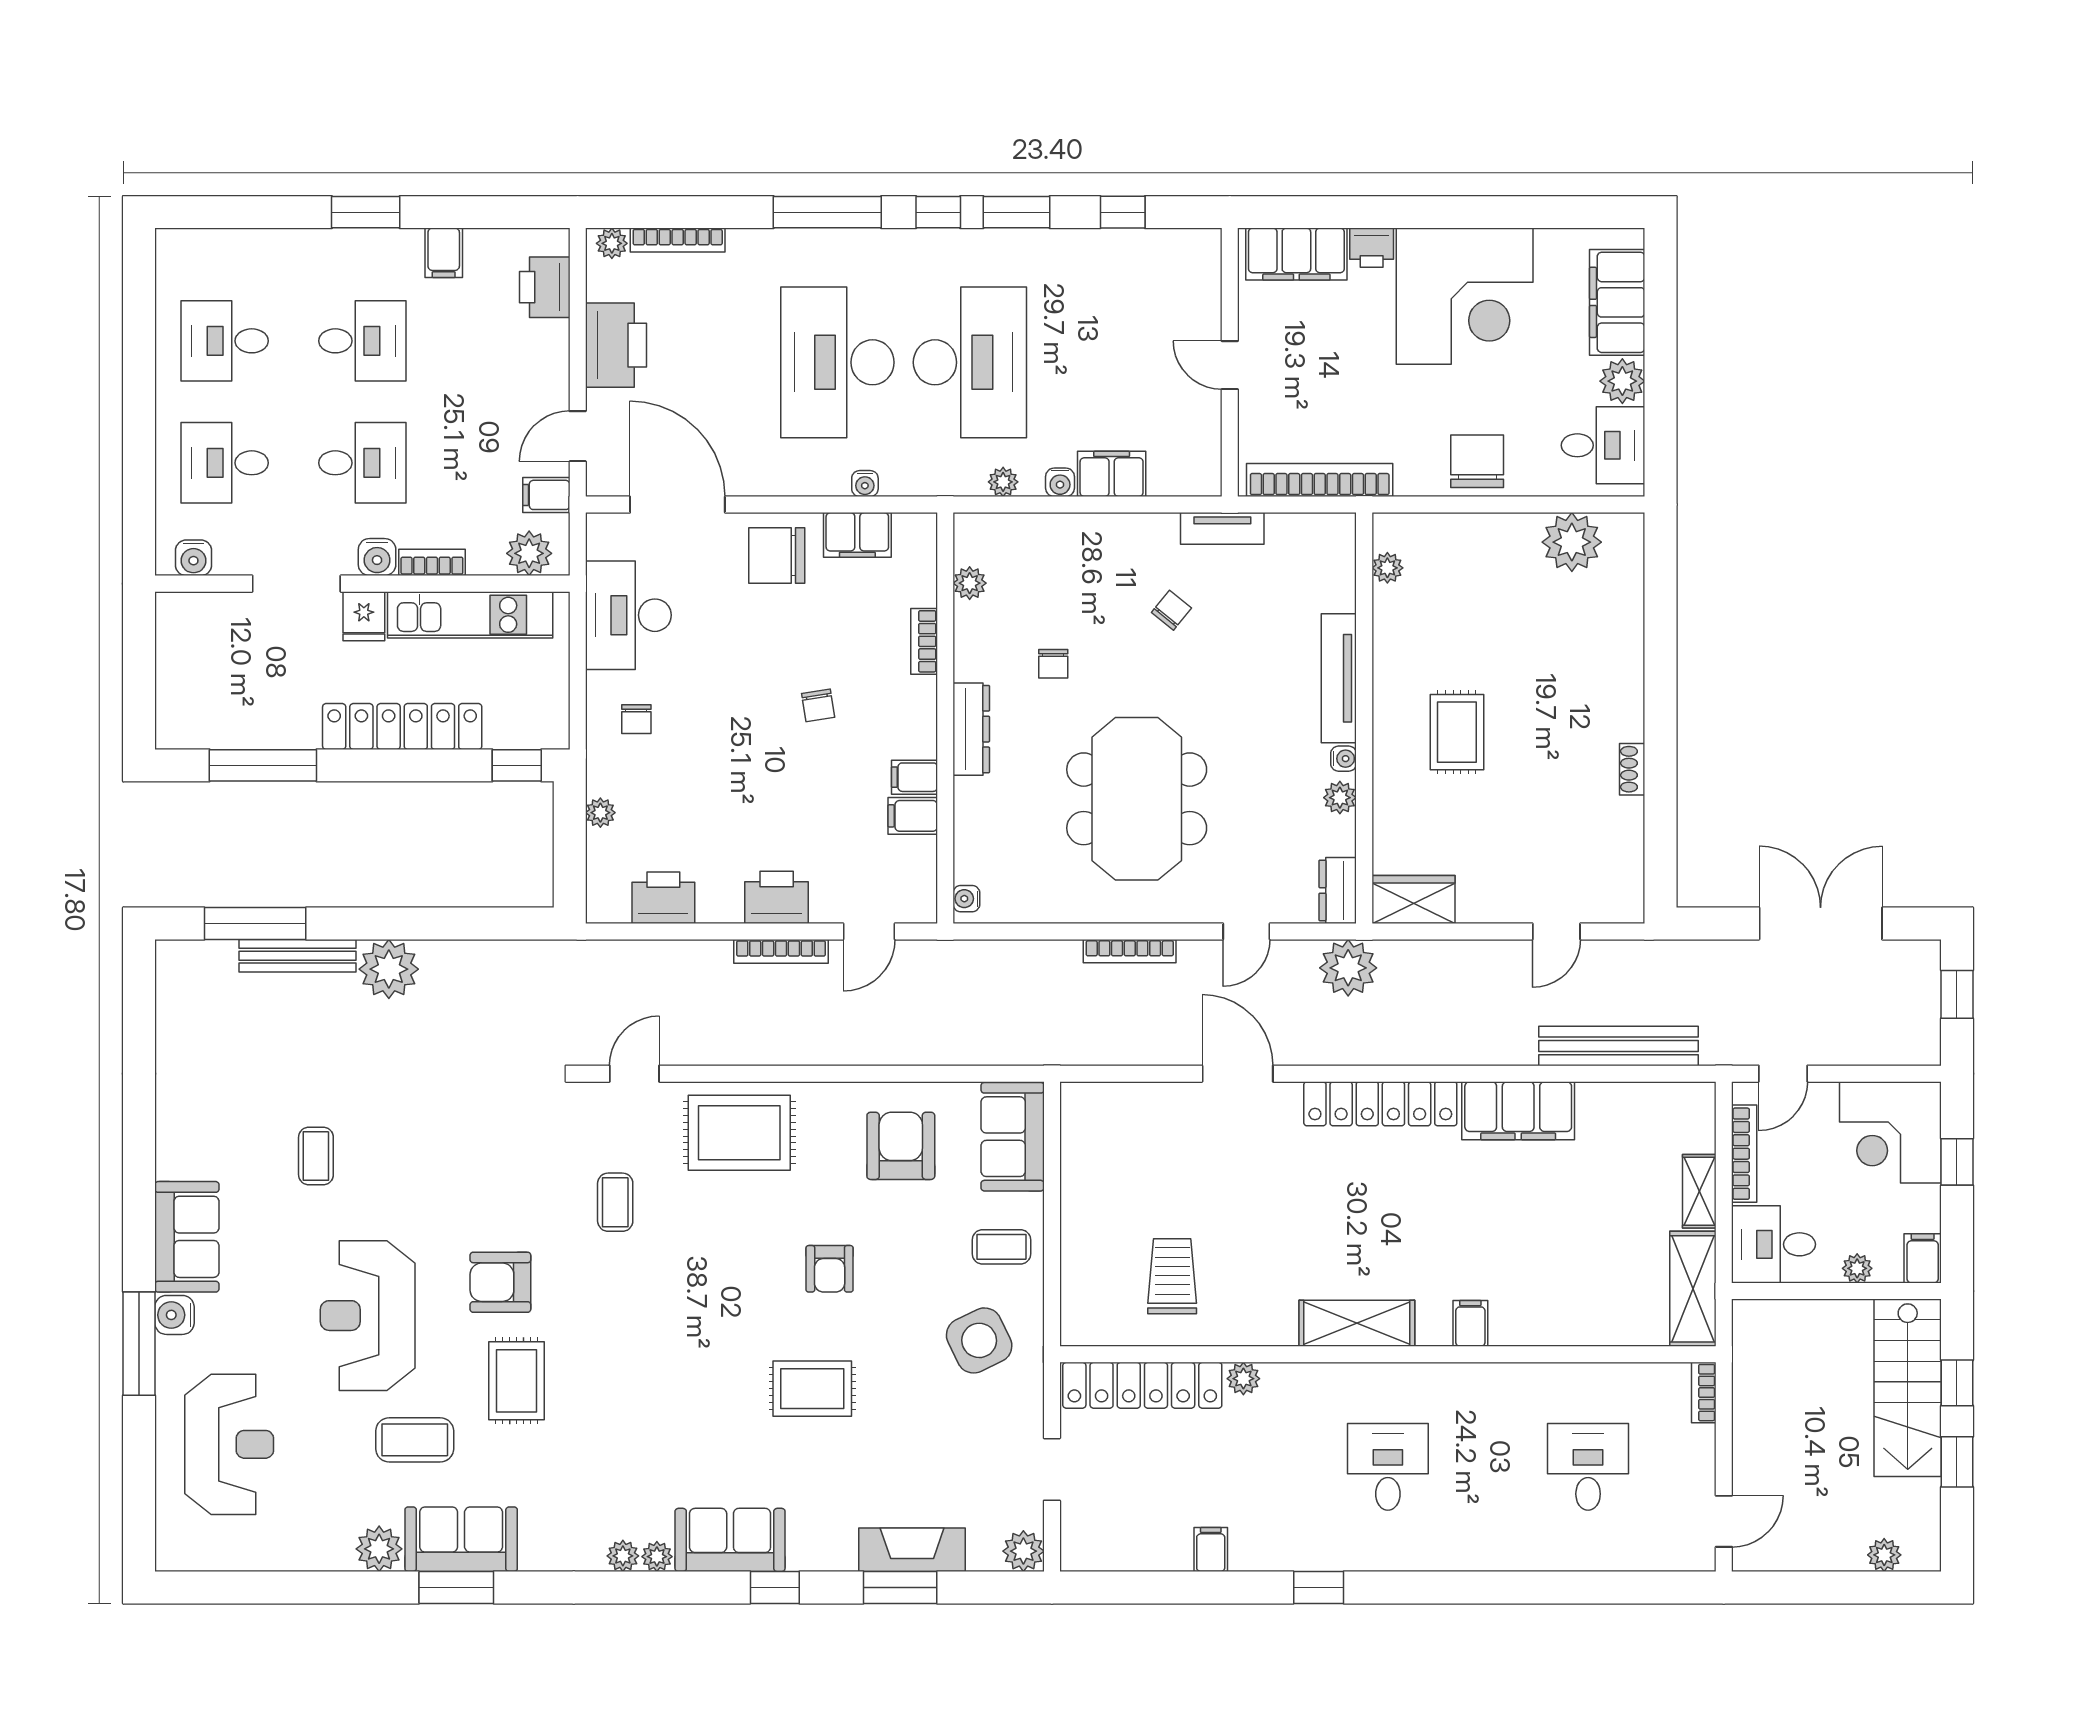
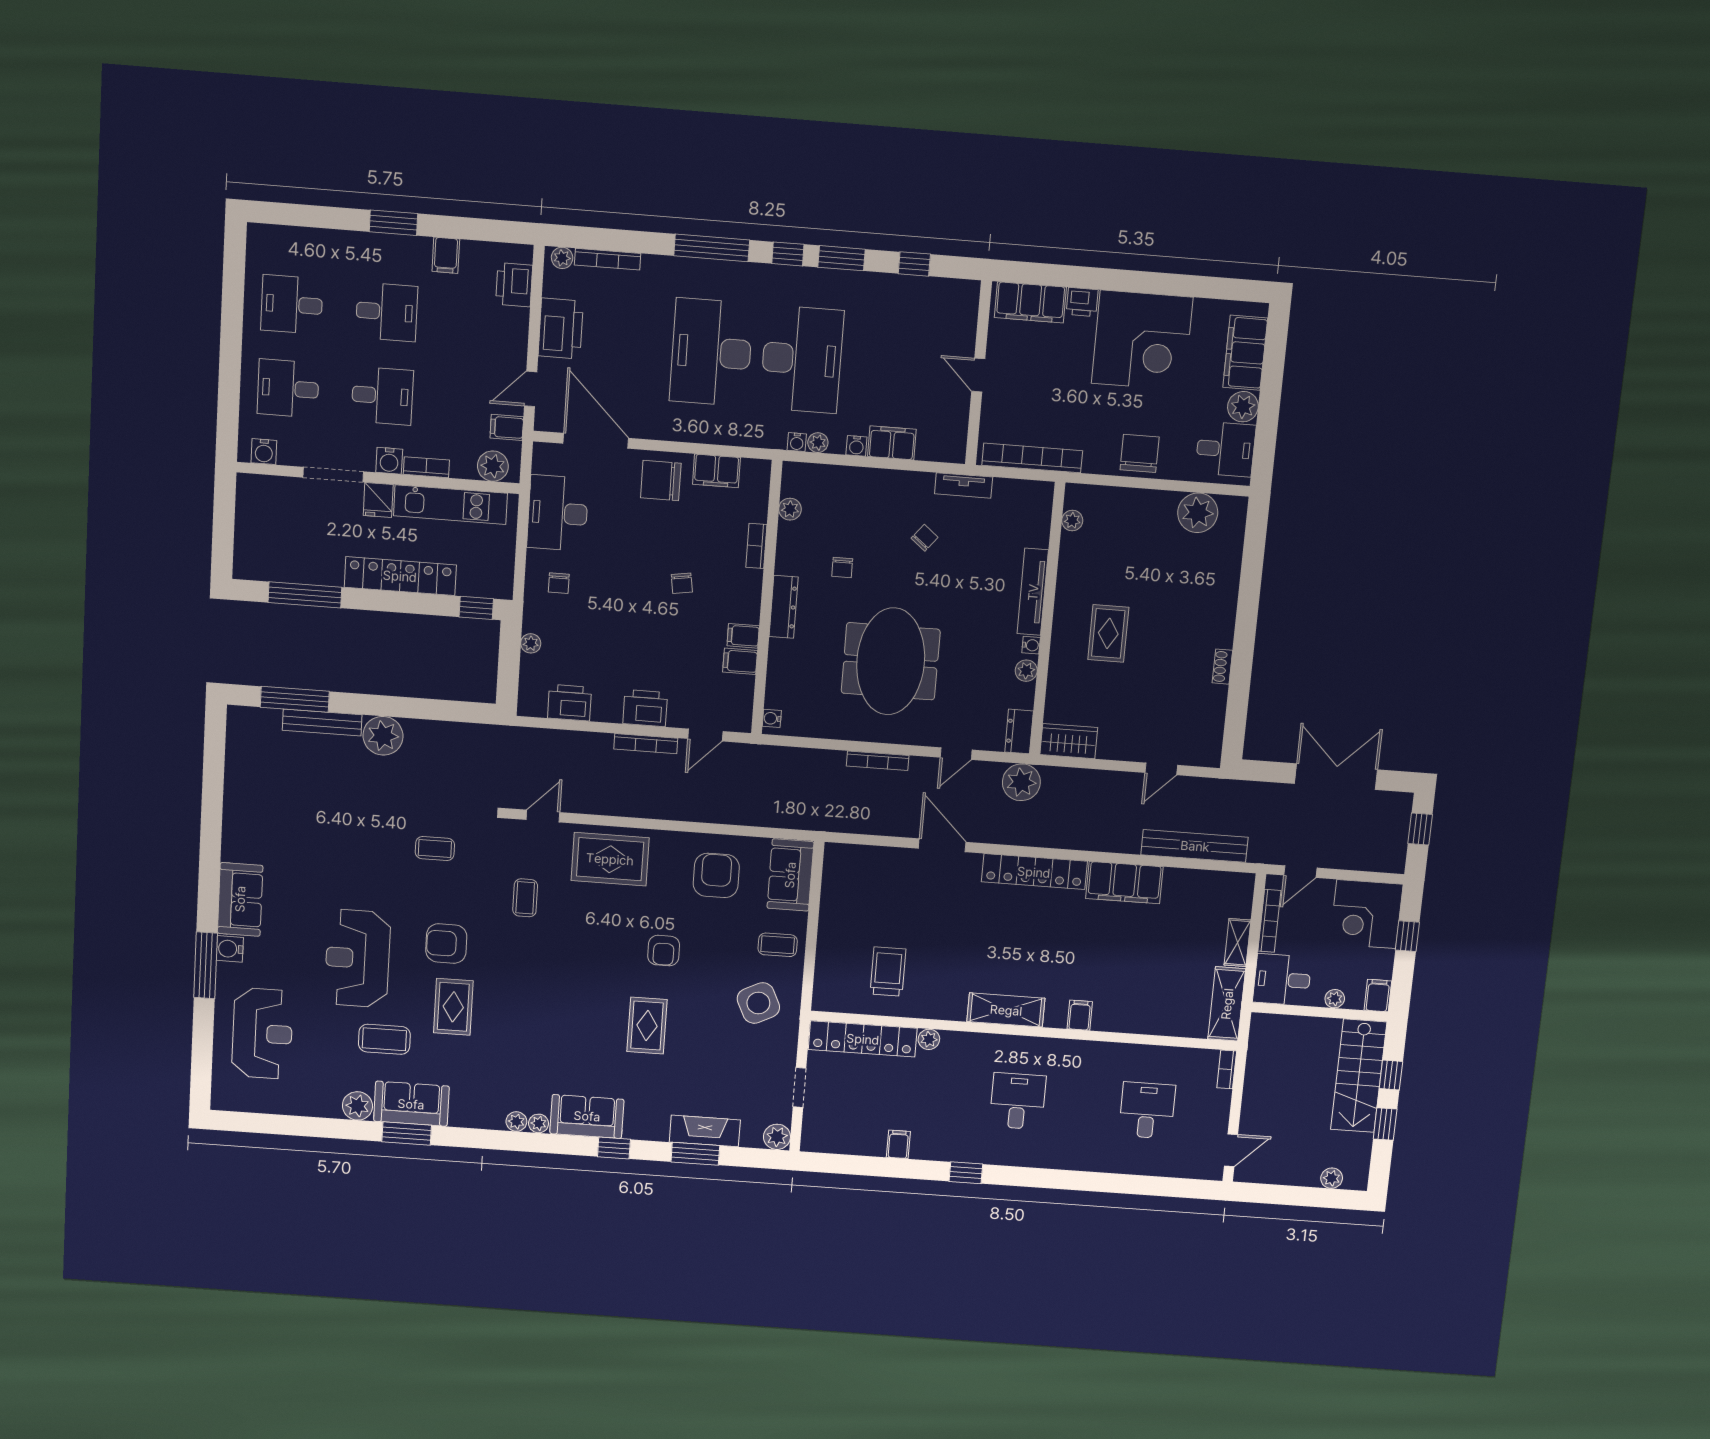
water cooler: (865, 484) -> (797, 442), moved
coffee table: (316, 1156) -> (435, 849), moved, turned 90
rug: (812, 1389) -> (647, 1026), turned 90

